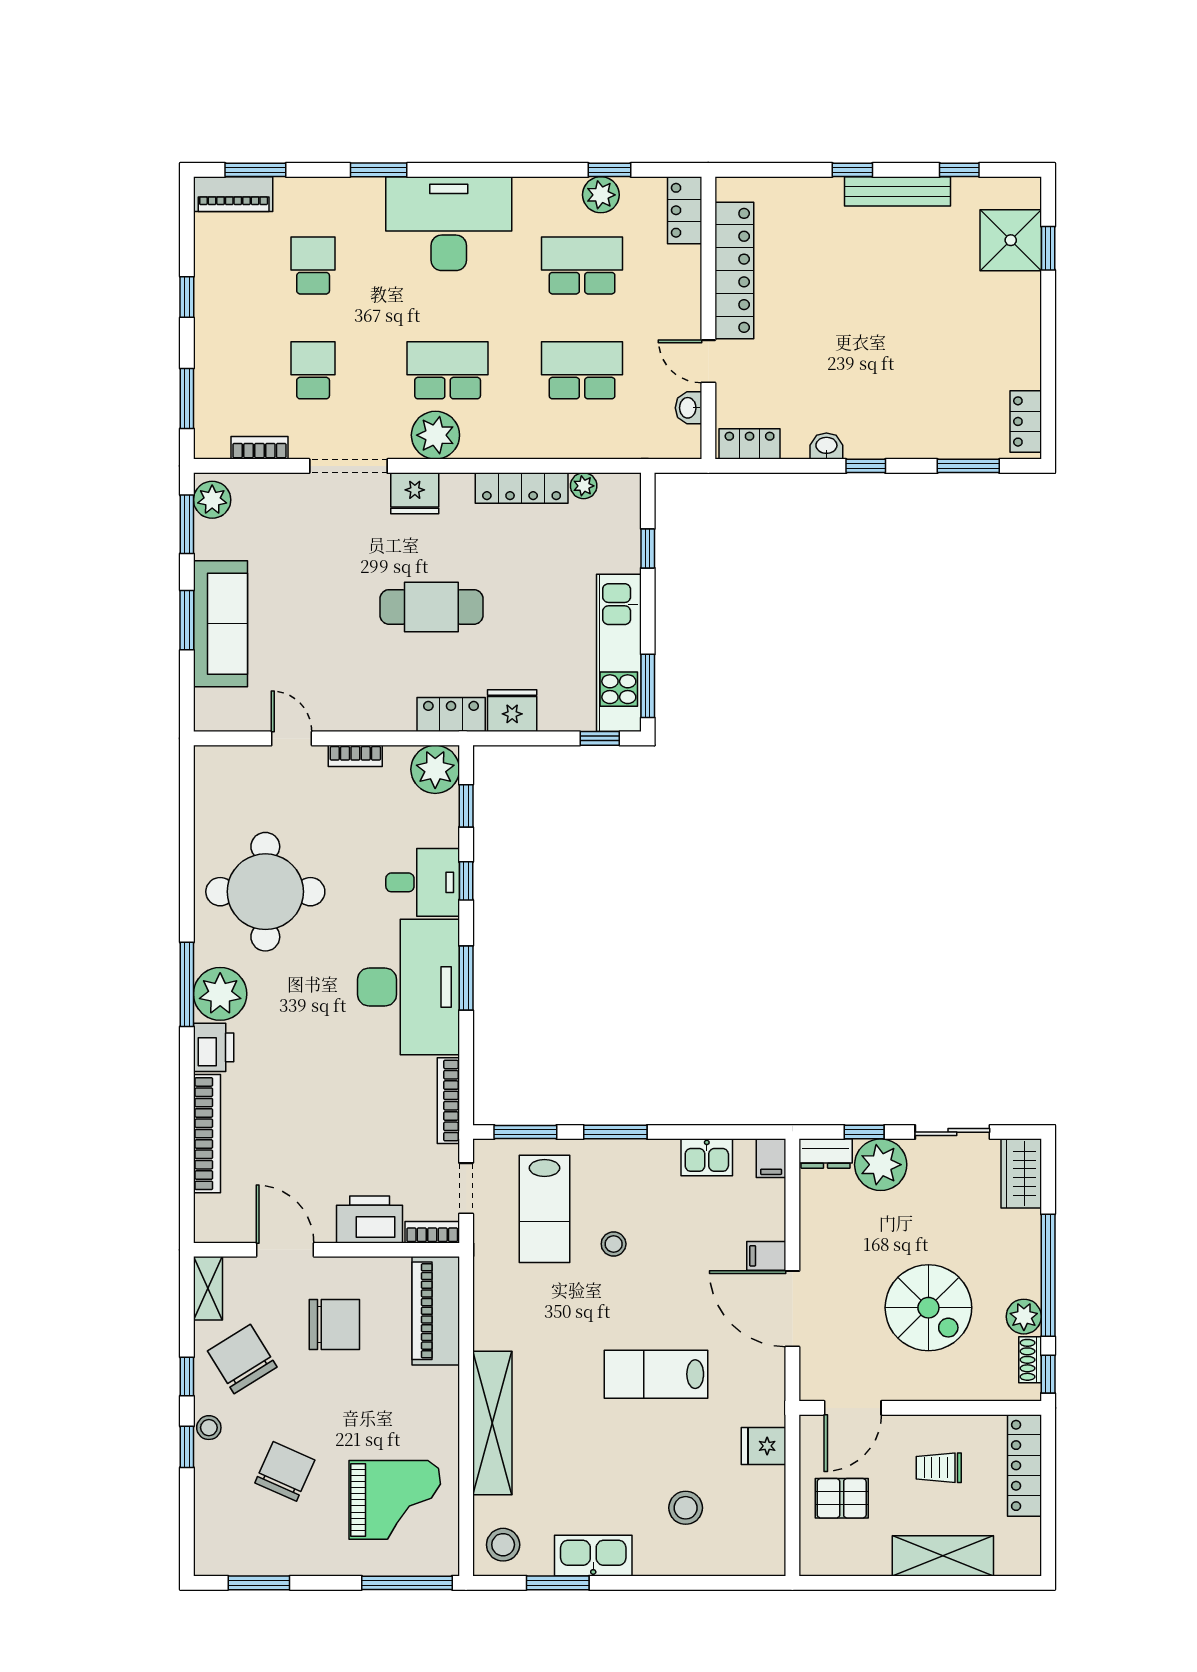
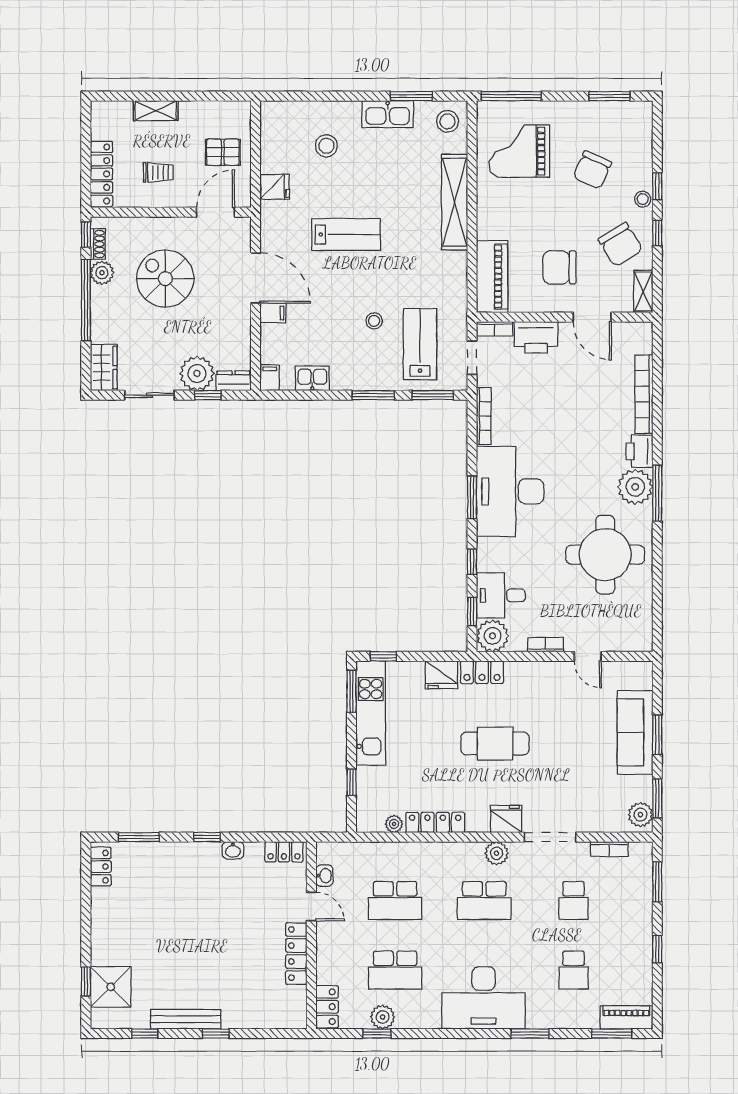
locker: (734, 270) -> (296, 954), width x0.71, depth x0.83
plant: (435, 435) -> (497, 853), width x0.73, depth x0.73
desk: (423, 882) -> (501, 595), moved
shelving: (943, 1556) -> (156, 111), width x0.67, depth x0.75

